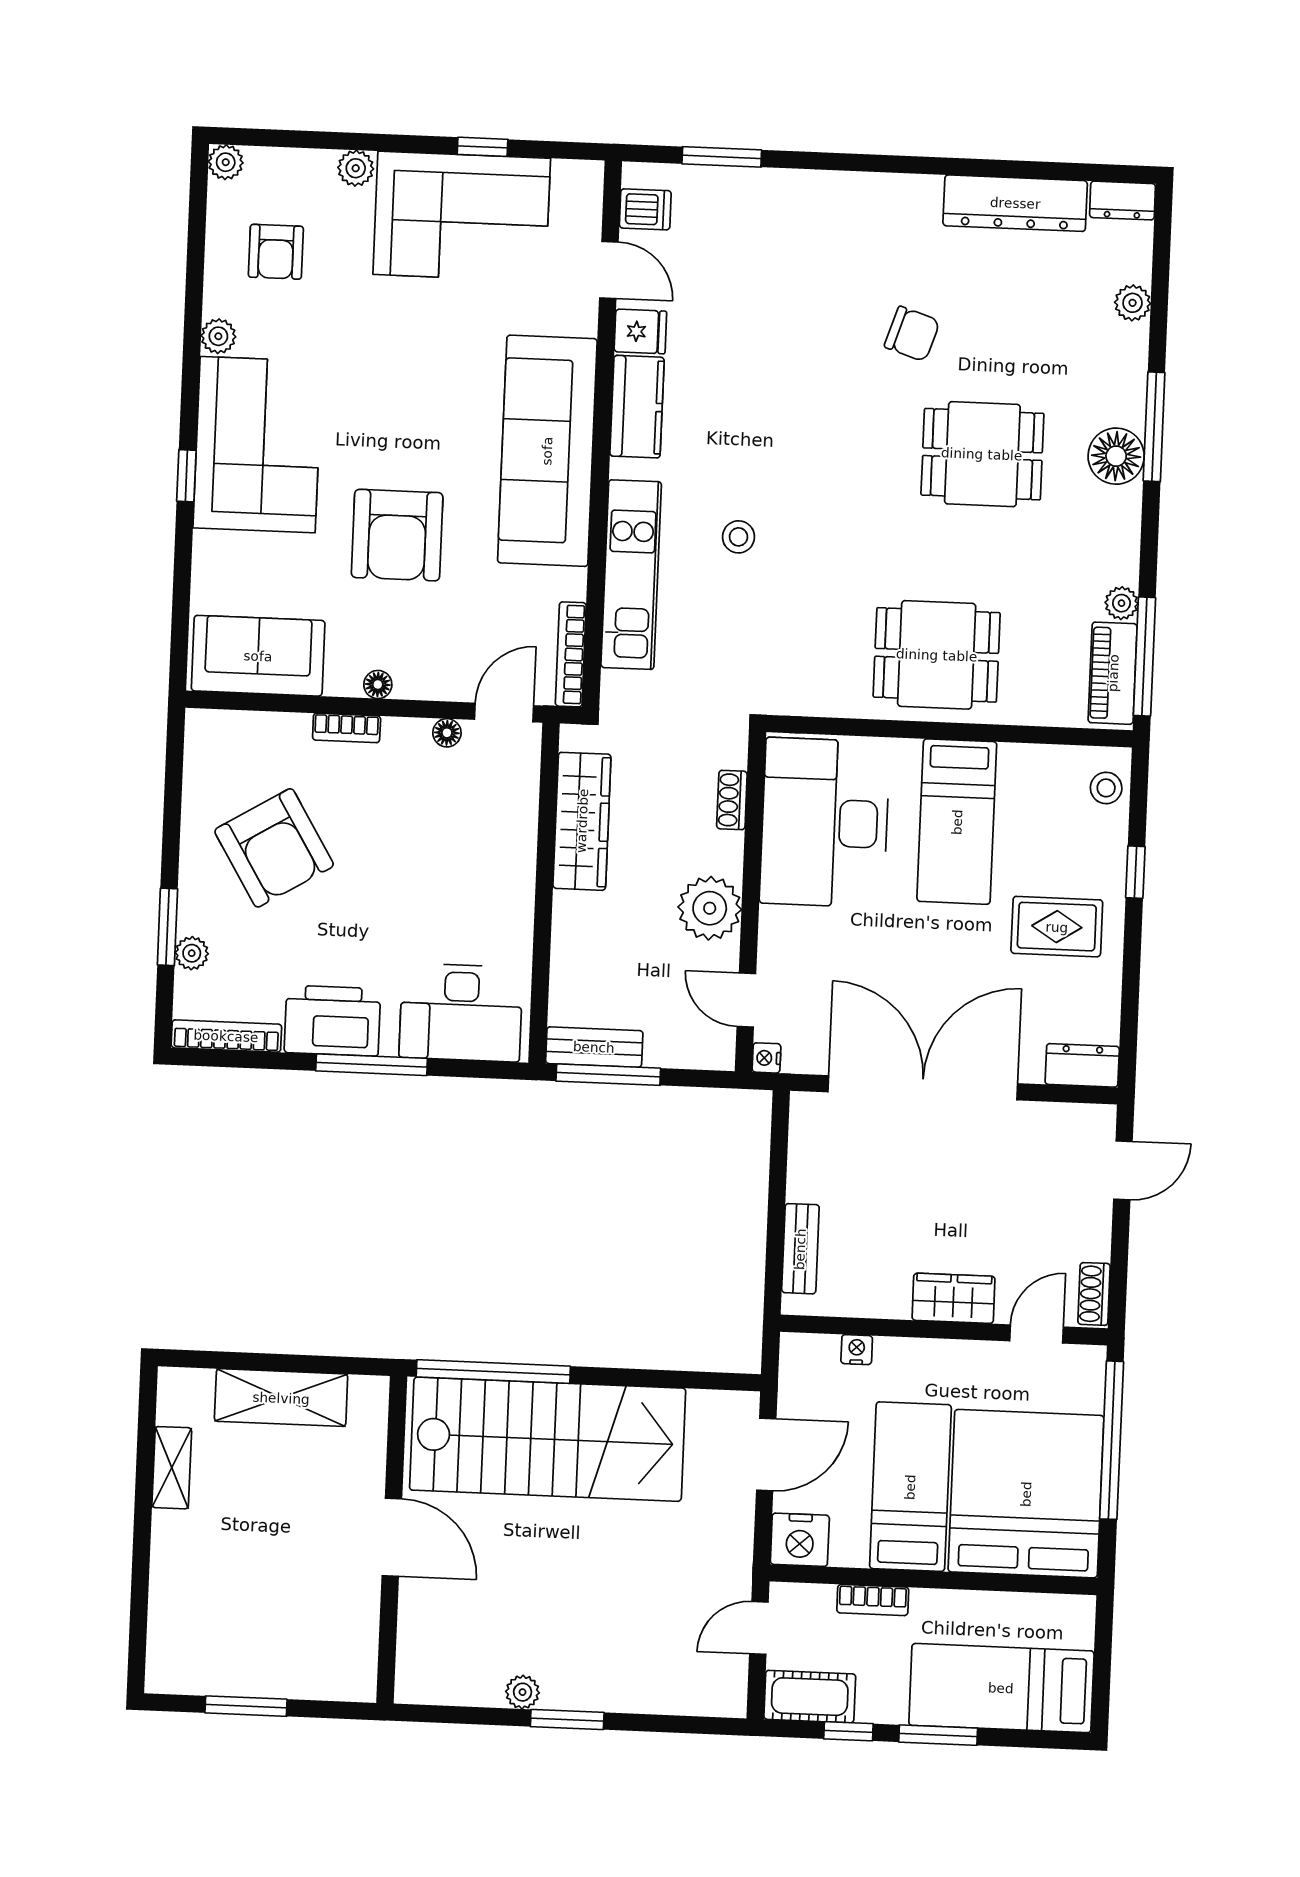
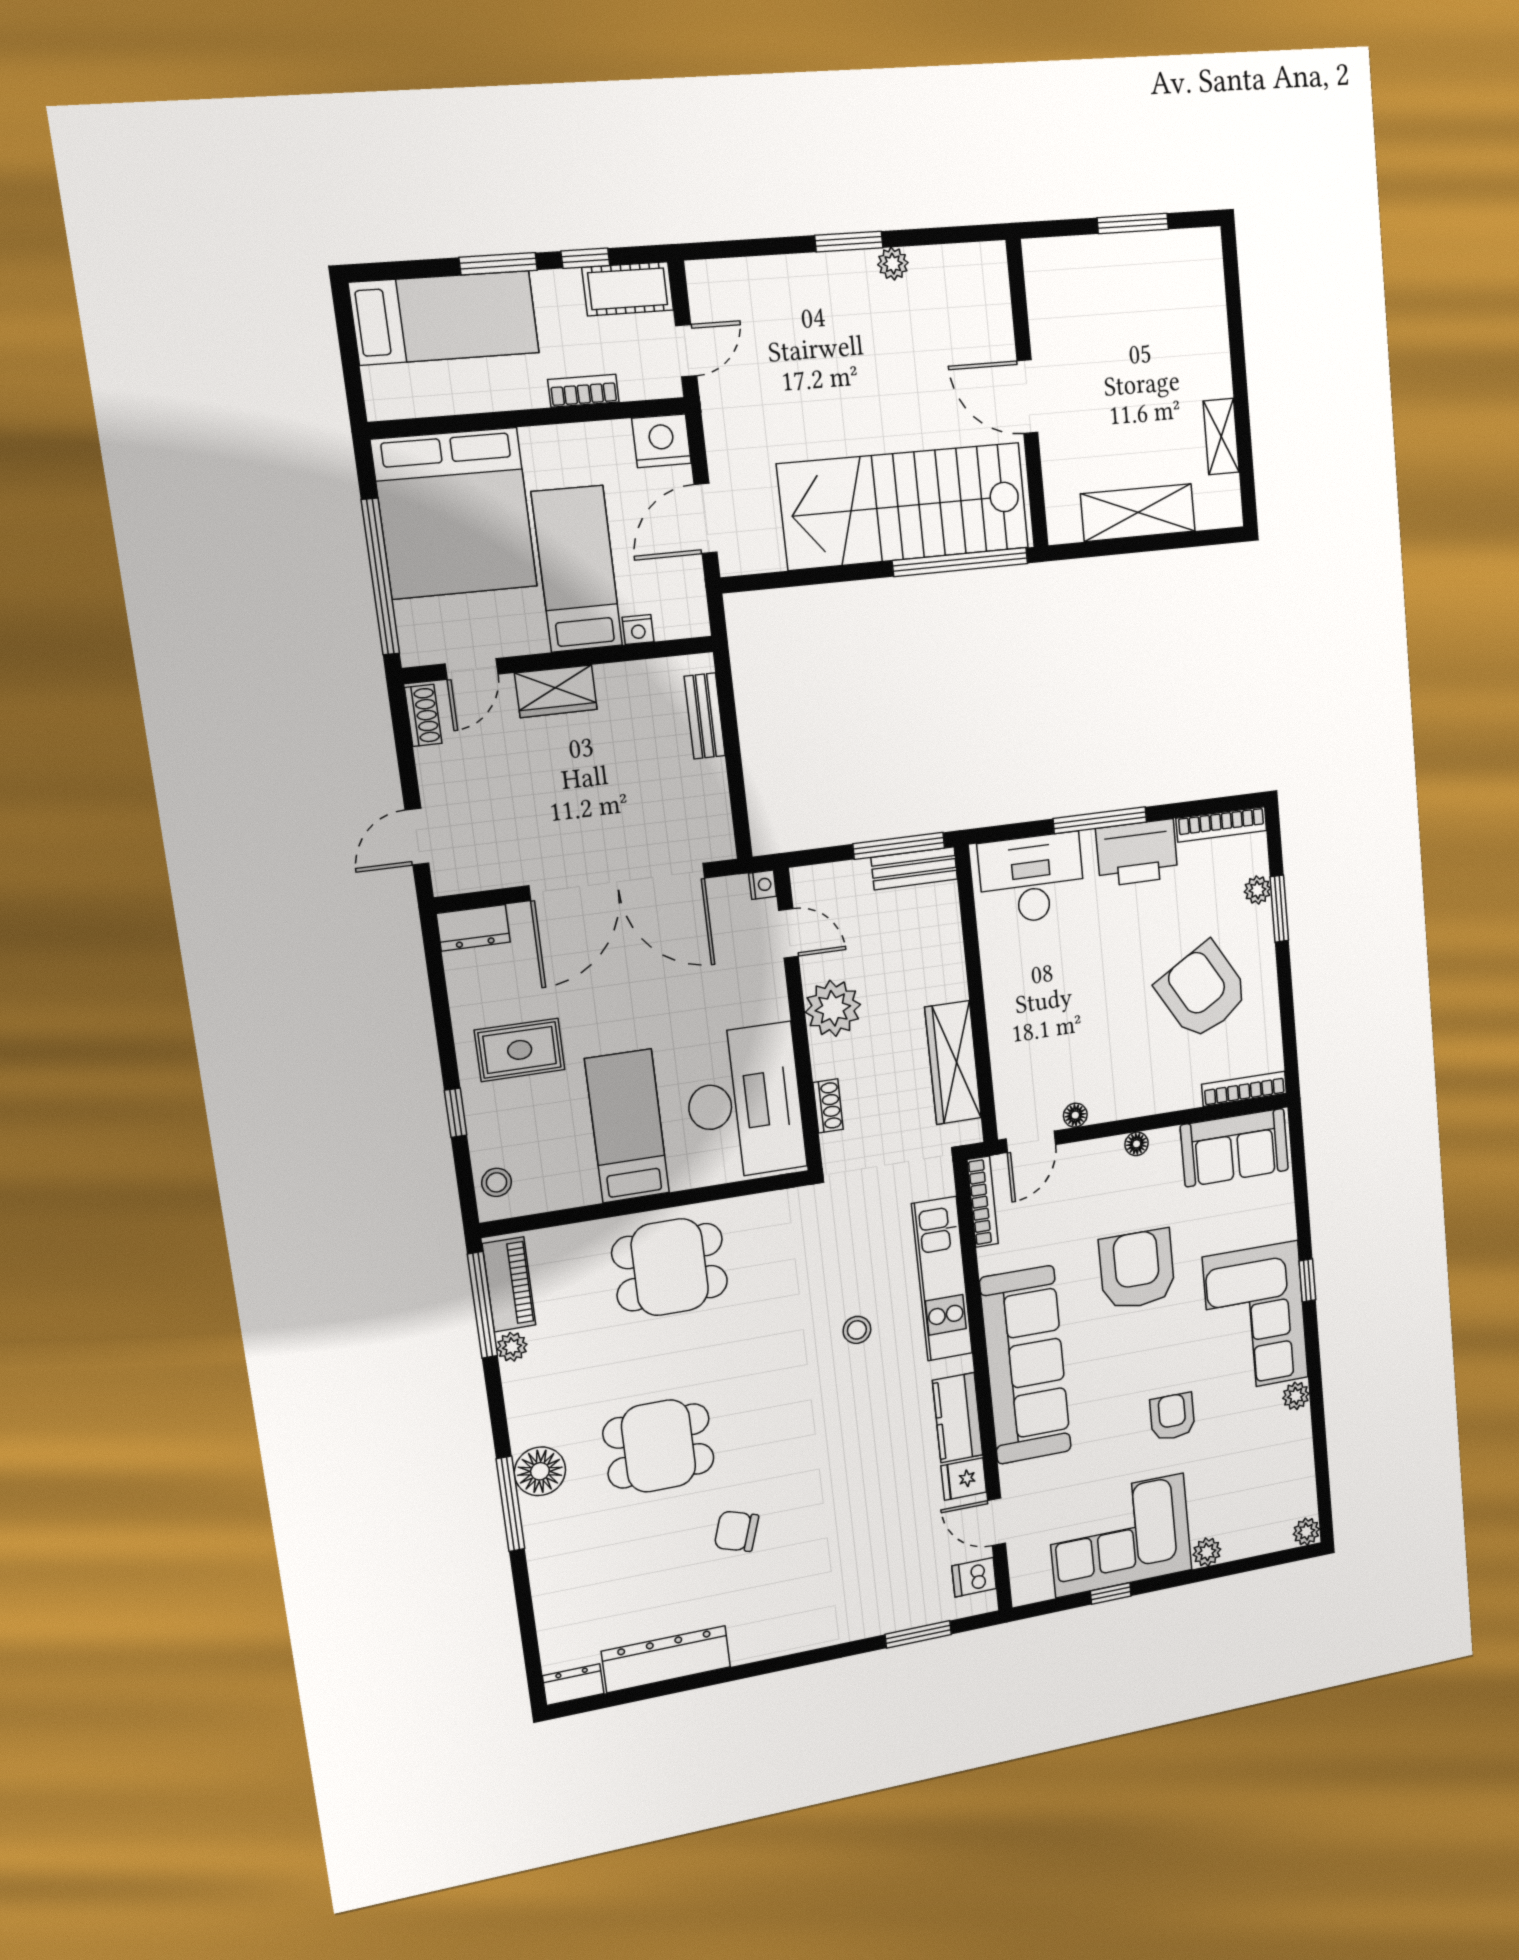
armchair: (276, 252) -> (1172, 1417), moved
plant: (1133, 303) -> (549, 1603), removed
bookcase: (347, 728) -> (1244, 1089), moved, width x1.56
bed: (910, 1487) -> (577, 569), moved, turned 180

